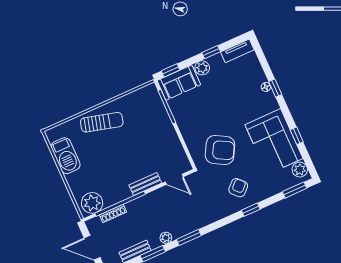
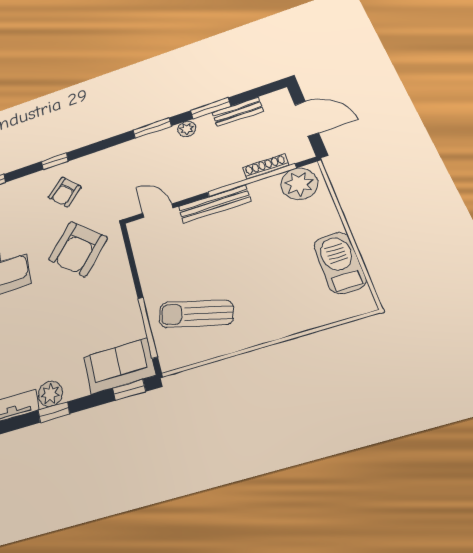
plant: (202, 68) -> (50, 394), moved
sun lounger: (102, 122) -> (196, 314), moved
armchair: (220, 150) -> (78, 249), turned -77
bench: (145, 184) -> (215, 204), width x1.36

